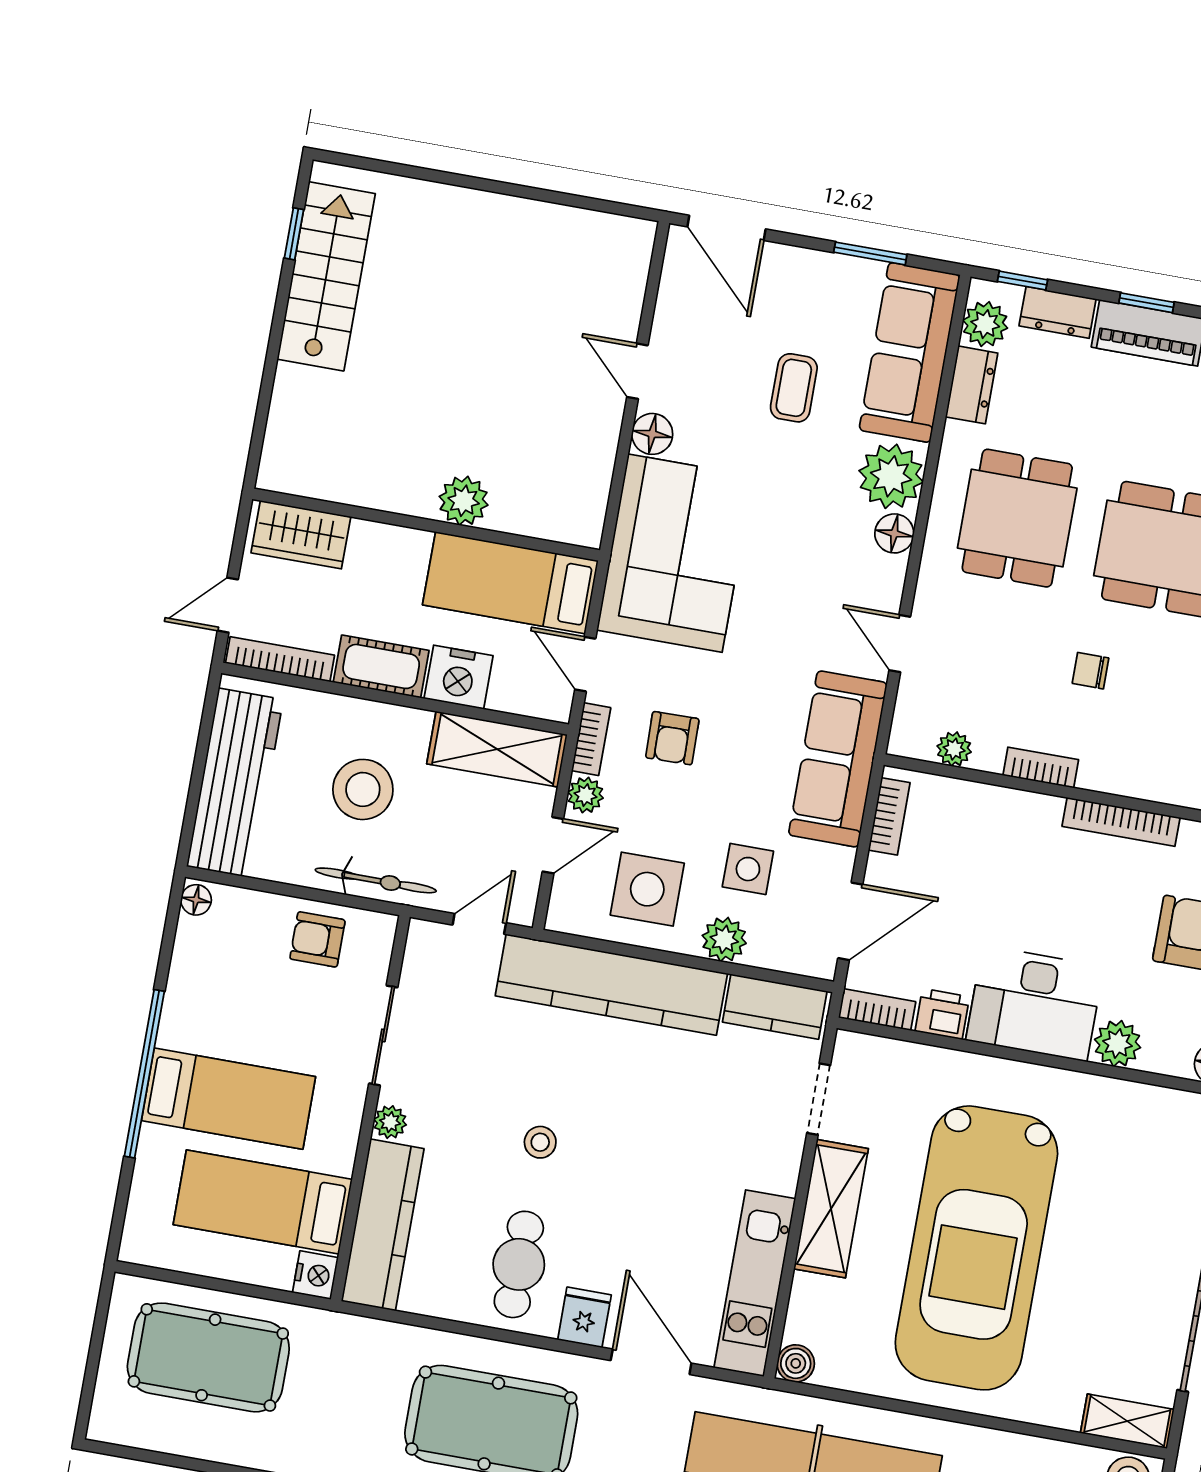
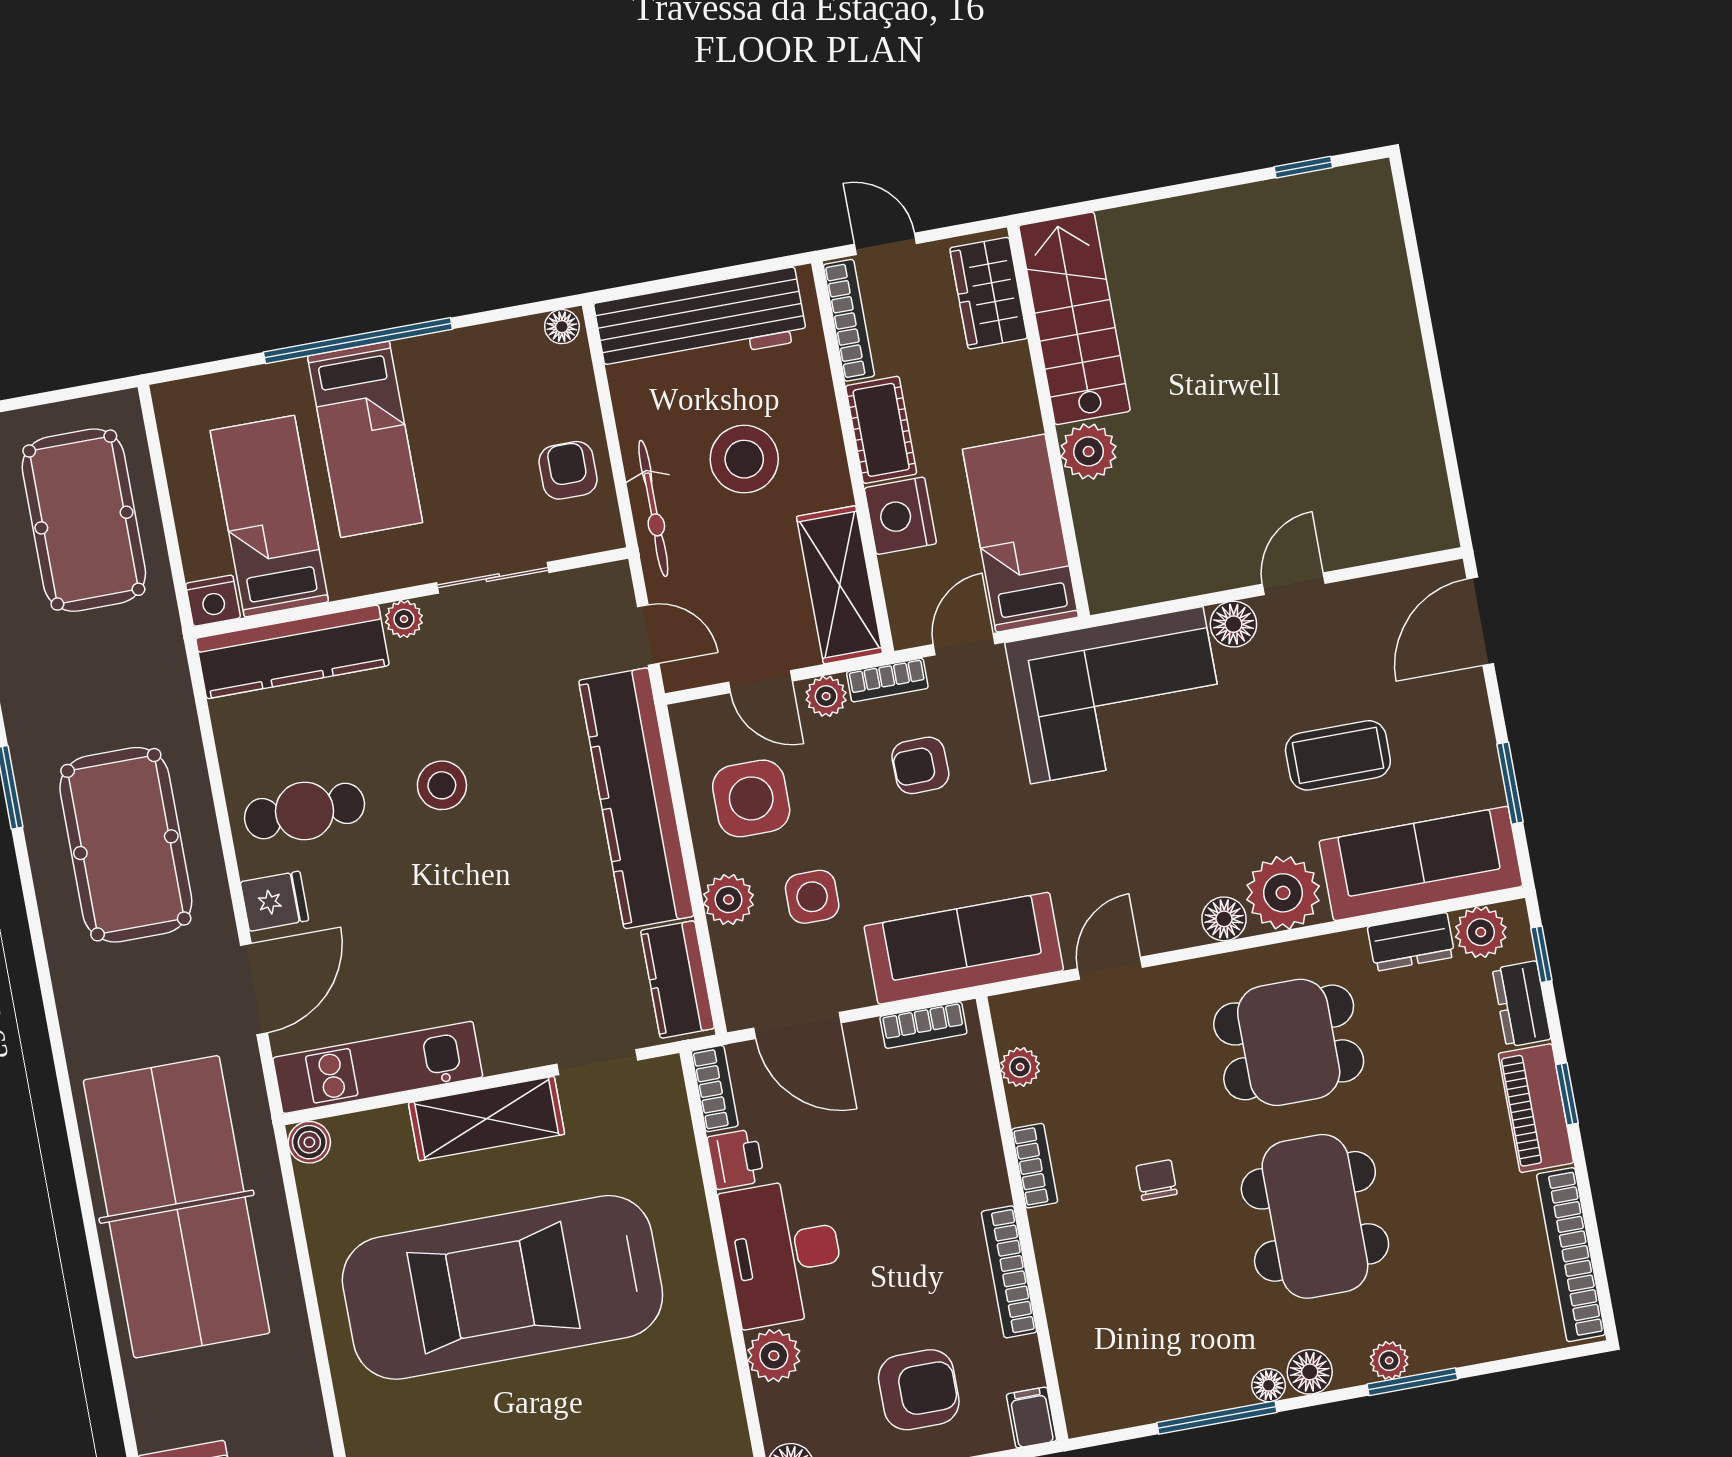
stairs: (326, 276) -> (1074, 318), moved, turned -90
coffee table: (794, 388) -> (1338, 755), width x1.36, depth x1.30
stool: (540, 1142) -> (442, 785), width x1.37, depth x1.37

